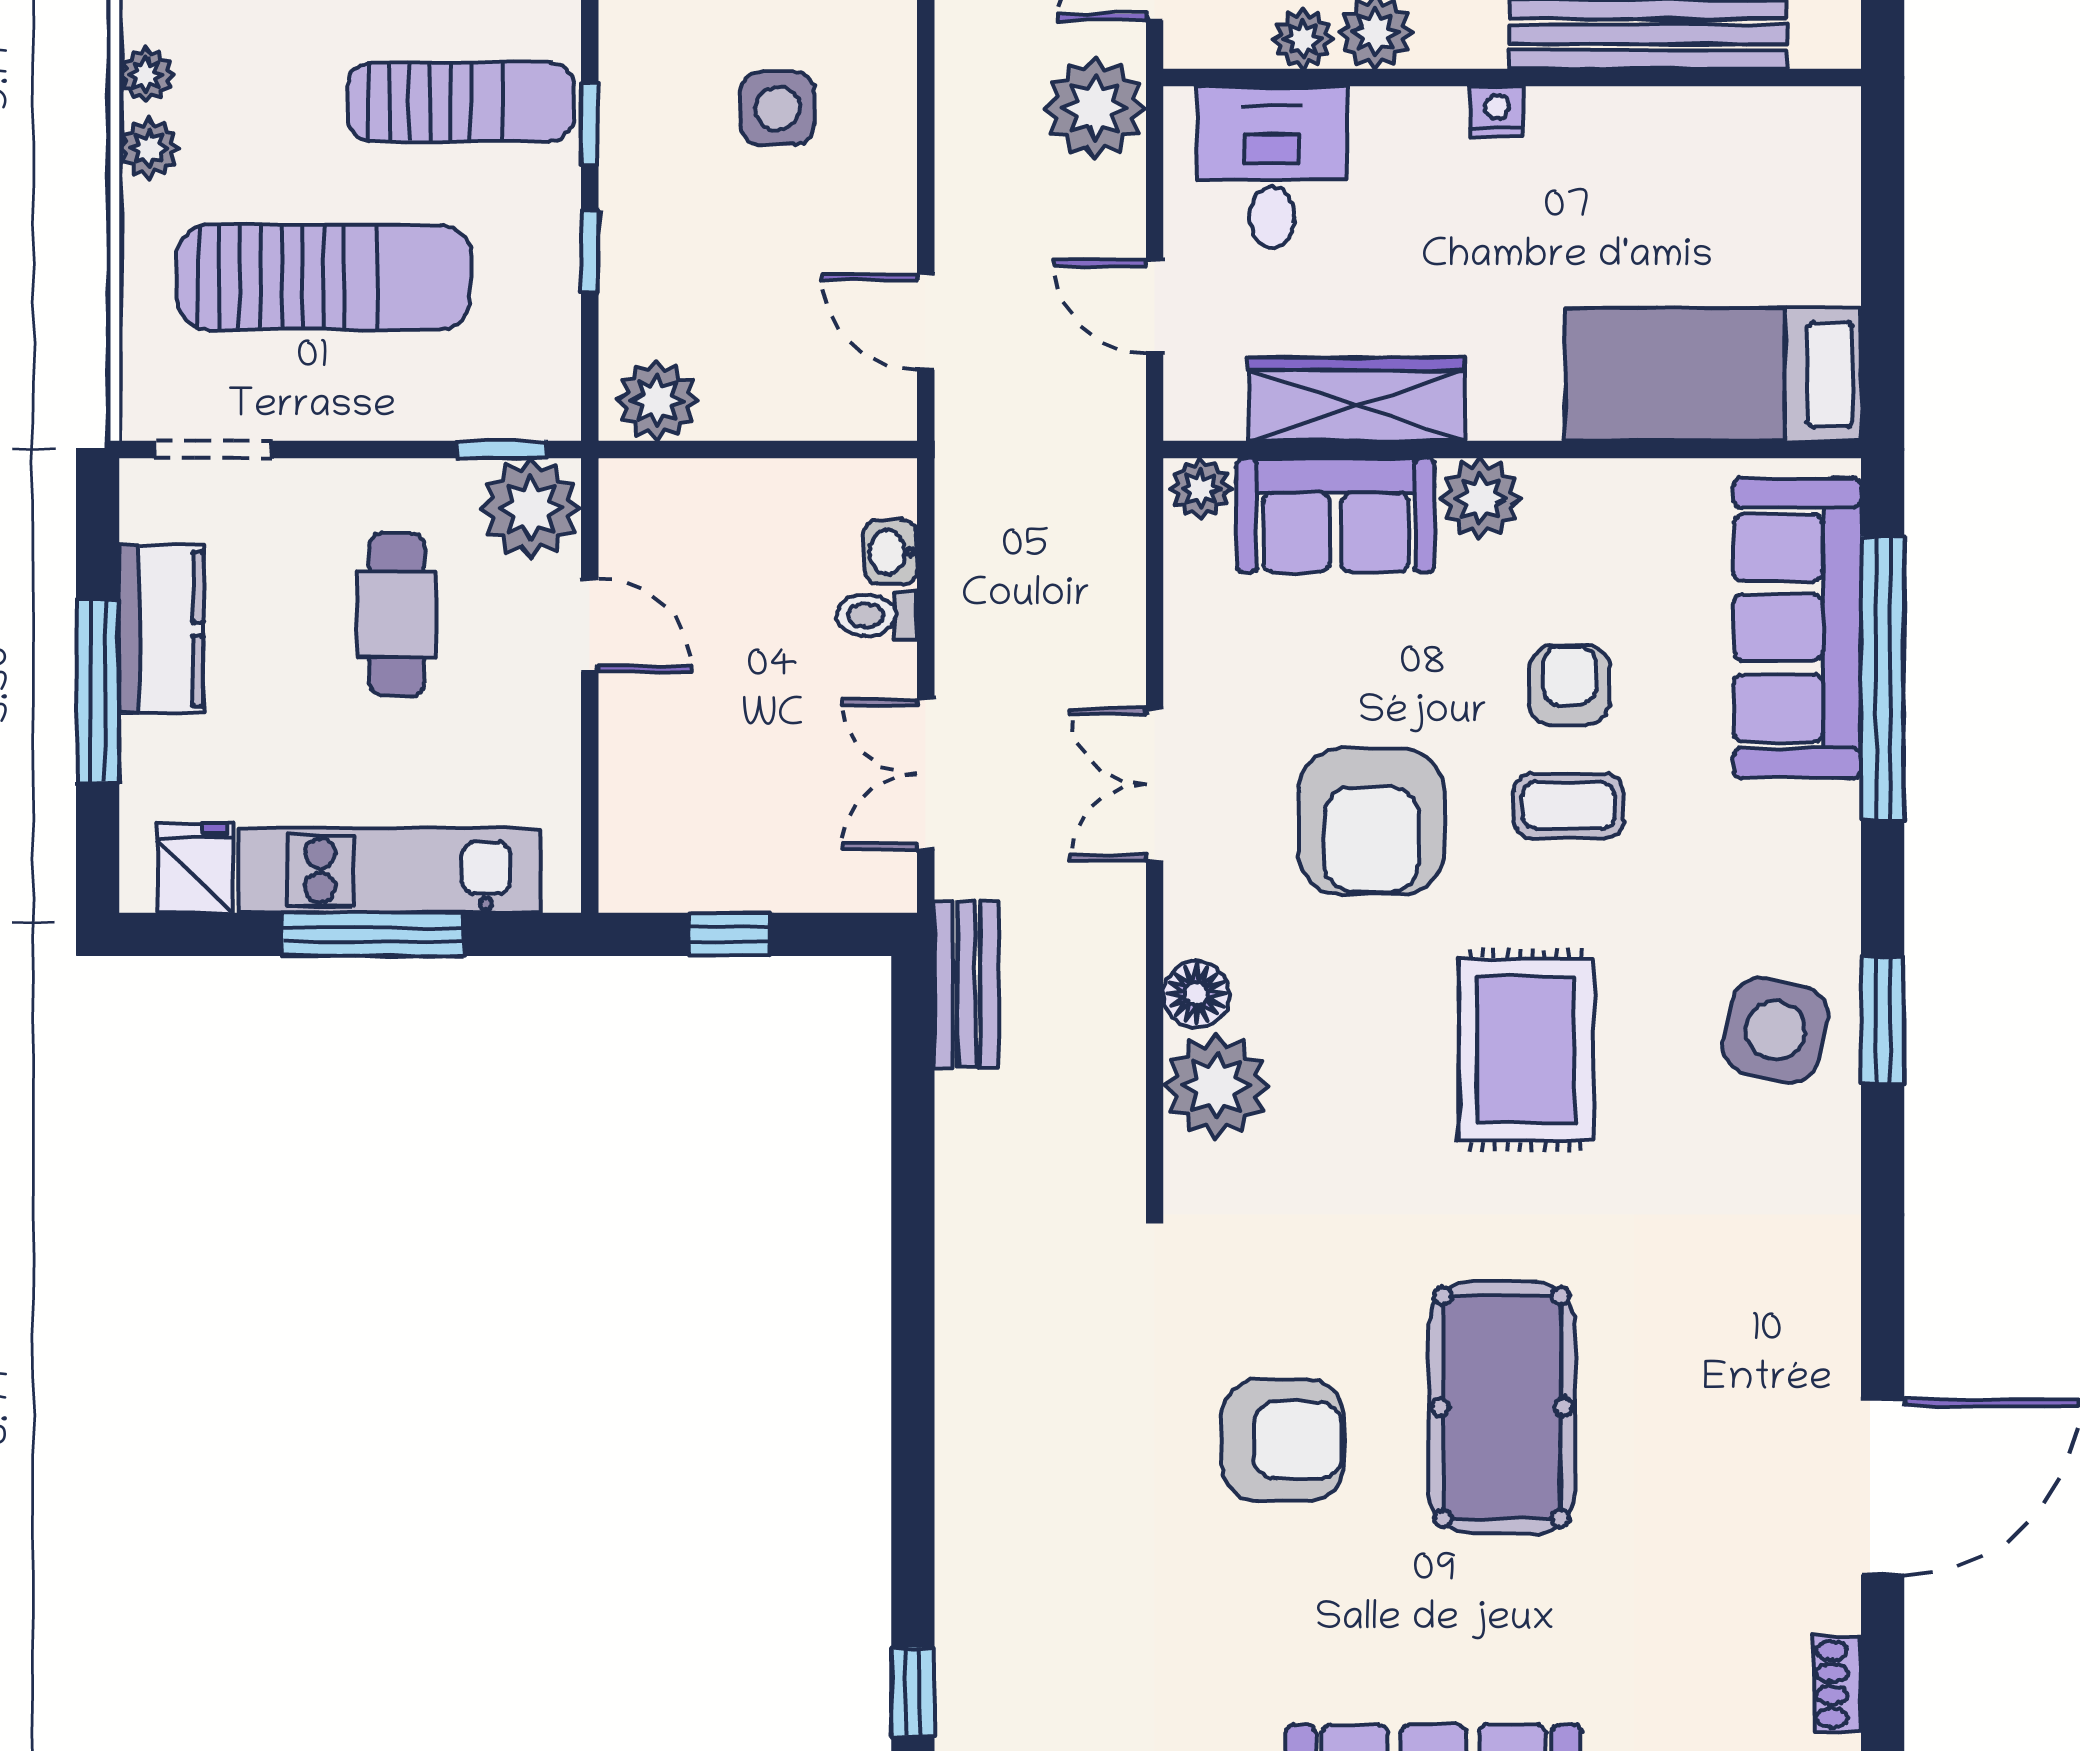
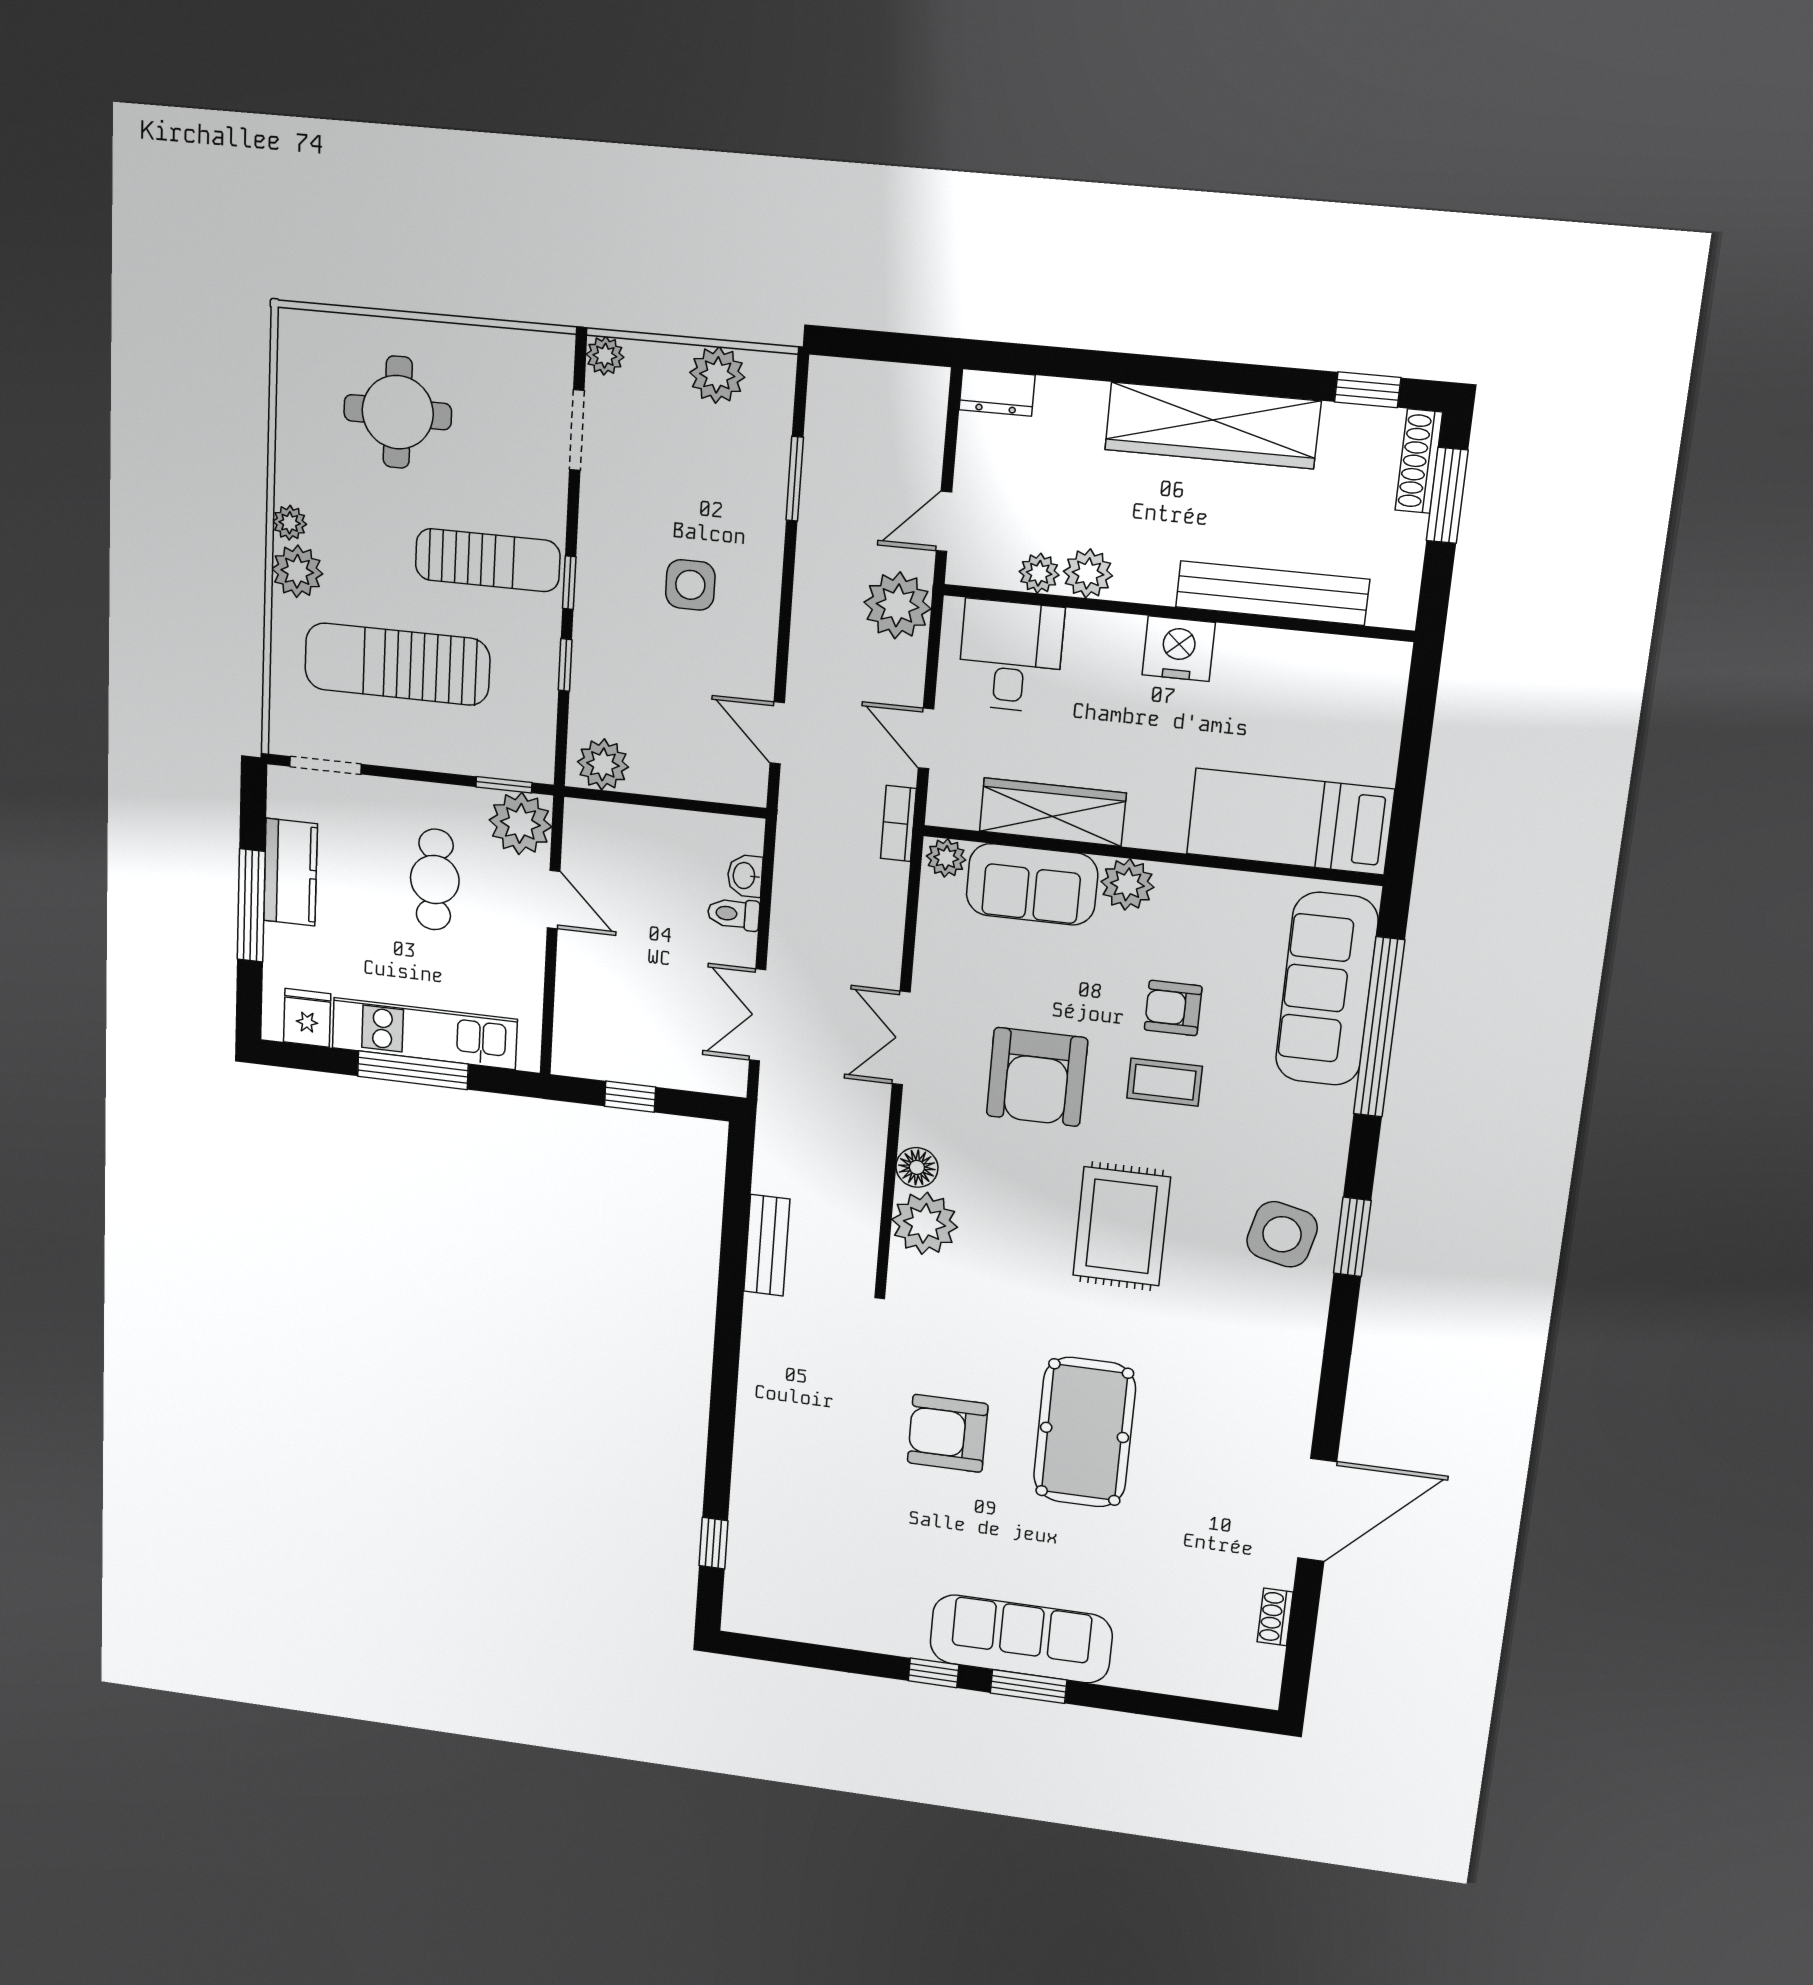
nightstand: (1497, 111) -> (1179, 649), width x1.89, depth x1.79
plant: (149, 148) -> (297, 571), width x1.38, depth x1.38
sun lounger: (324, 277) -> (397, 664), turned 180
bookcase: (1123, 443) -> (898, 823), added
armchair: (1569, 685) -> (1173, 1008), turned -90
bench: (966, 984) -> (767, 1245), moved
armchair: (1283, 1440) -> (948, 1433), turned 180

